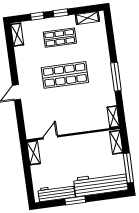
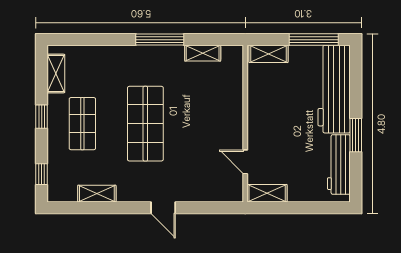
window: (37, 16) -> (42, 174), moved
shelving: (17, 35) -> (97, 194), moved
shelving: (113, 117) -> (203, 53), moved

